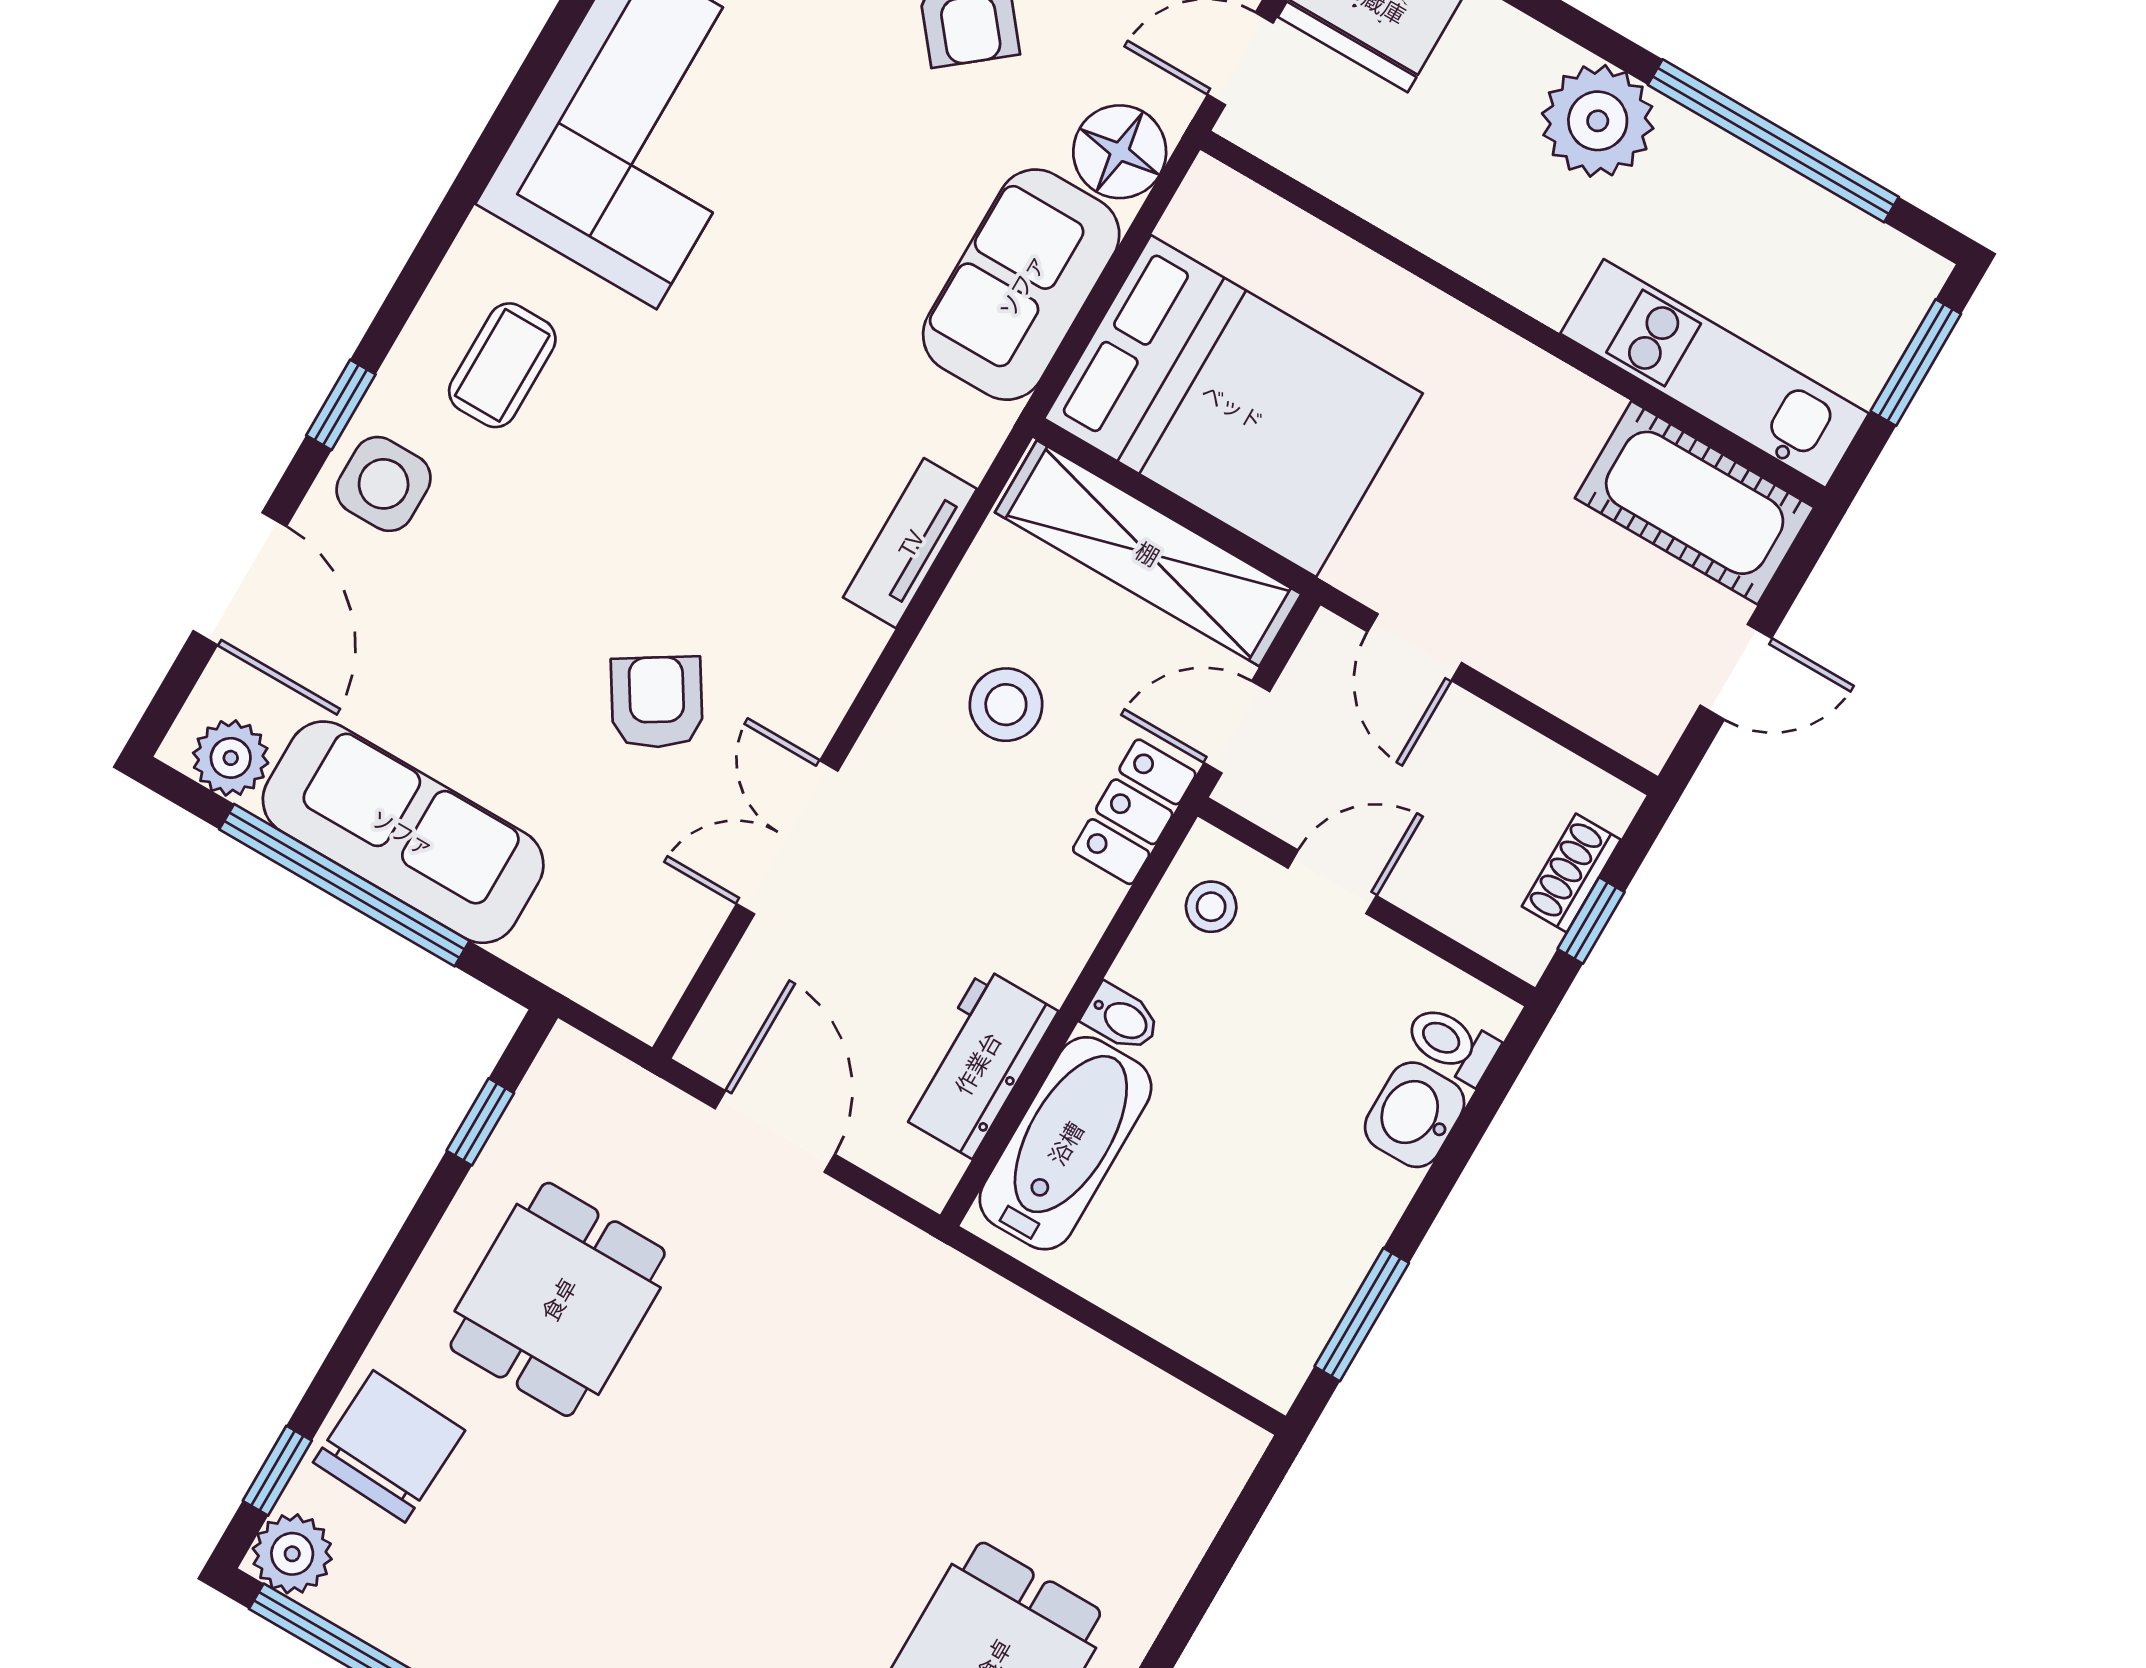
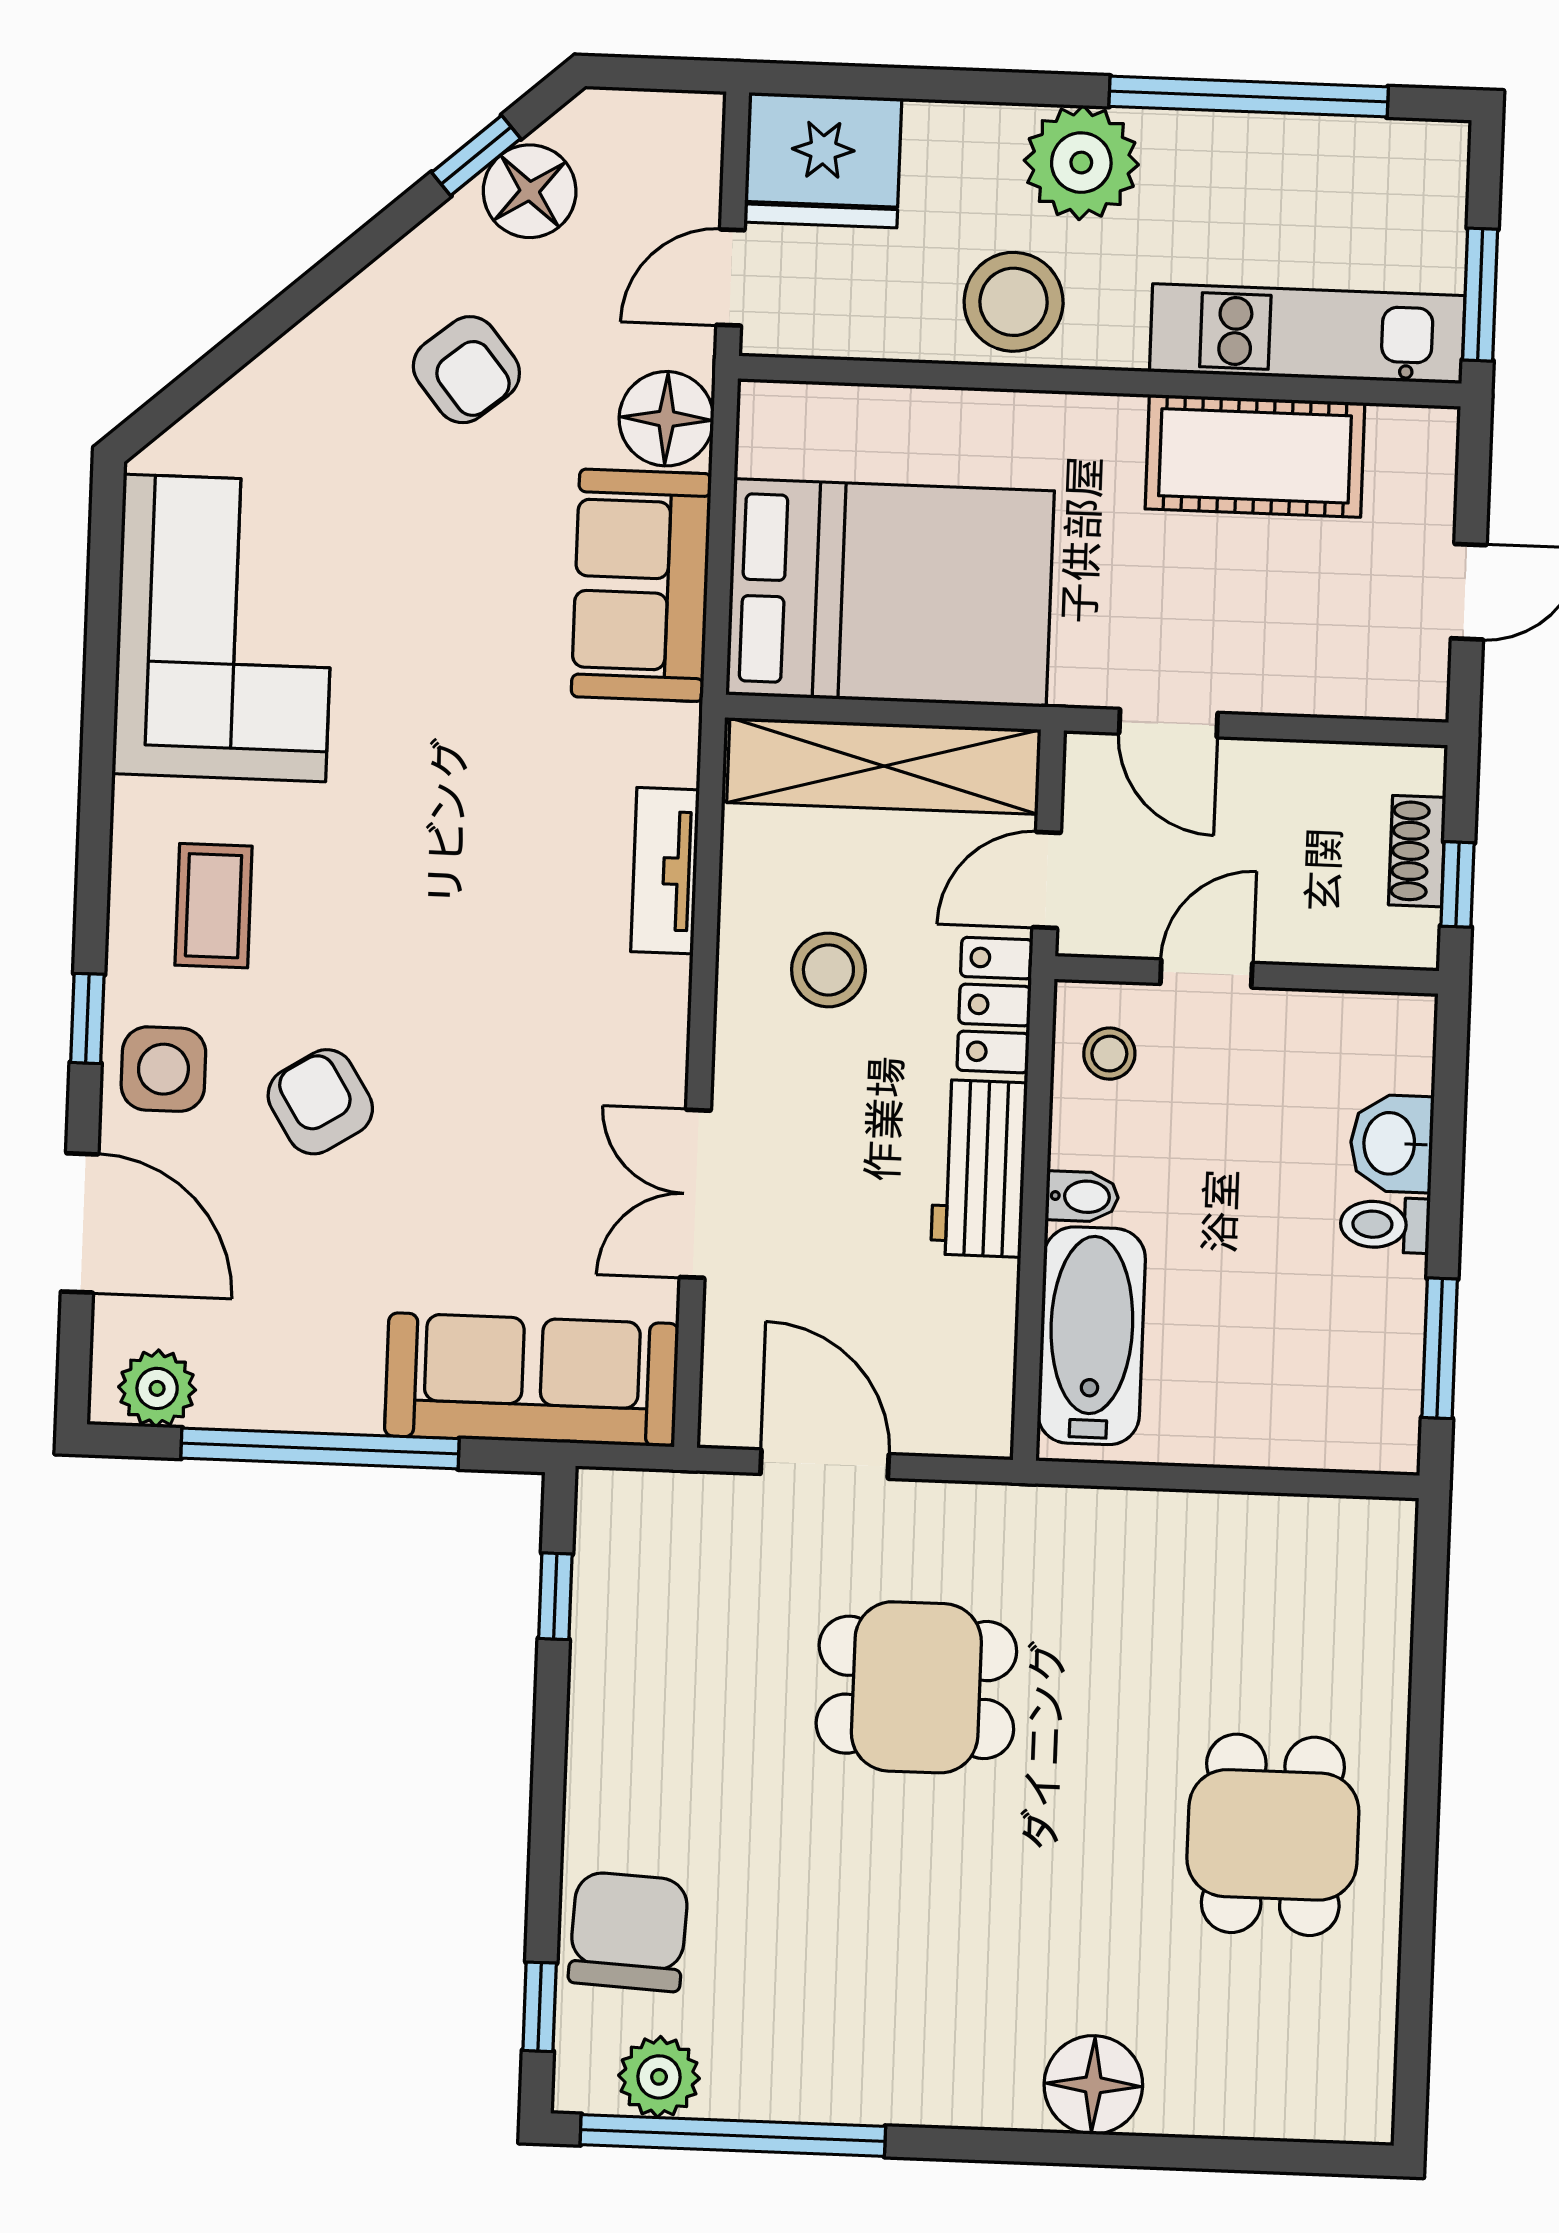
stool: (1475, 210) -> (1014, 302), added
window: (1916, 363) -> (1480, 295), moved
cot: (1695, 503) -> (1255, 456), moved
armchair: (657, 702) -> (320, 1102), moved
sofa: (403, 832) -> (532, 1380), moved
toilet: (1452, 1044) -> (1385, 1225), moved
workbench: (977, 1063) -> (979, 1168), moved
dining table: (558, 1299) -> (916, 1687), moved, turned 90
plant: (292, 1554) -> (659, 2077), moved

